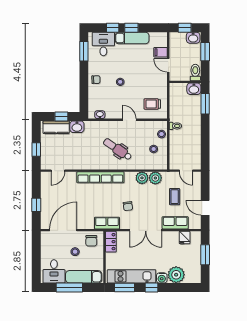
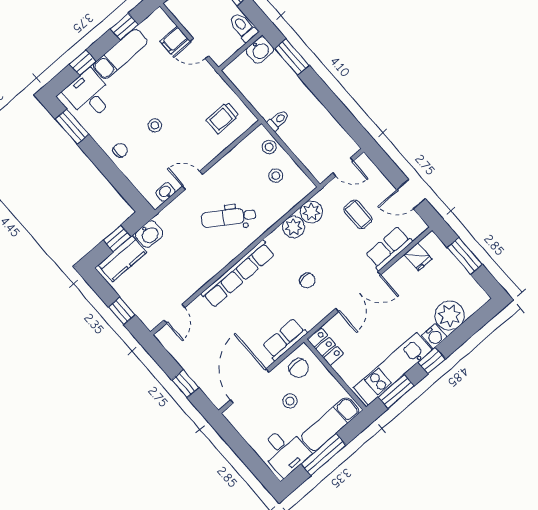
window: (131, 28) -> (124, 27), moved
door: (129, 120) -> (192, 180), moved
row of seats: (107, 223) -> (285, 339), moved

